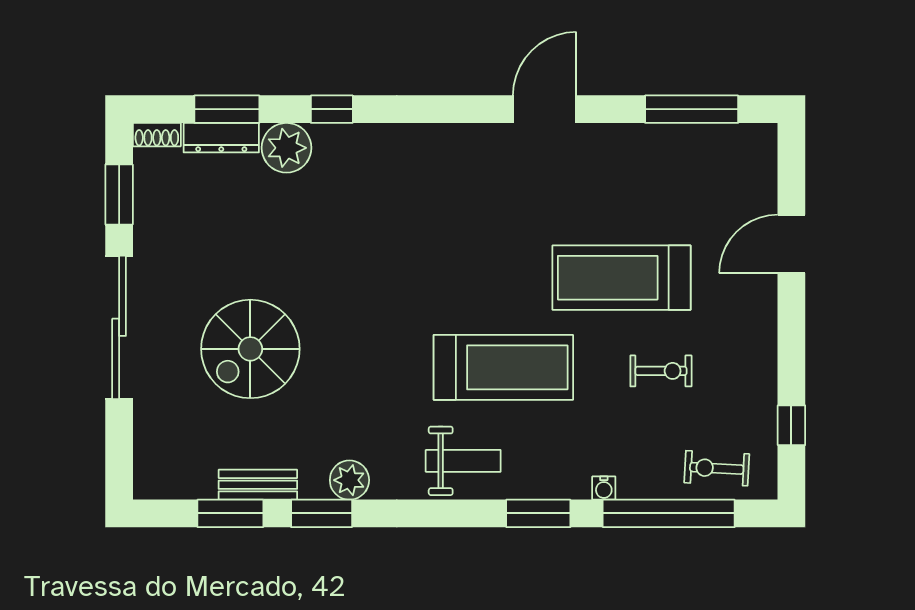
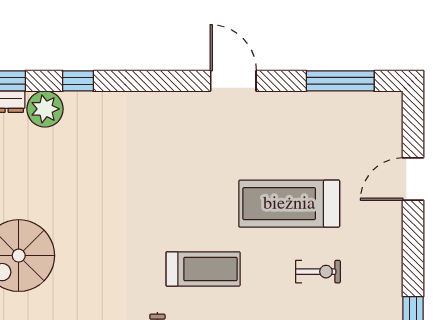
door: (545, 109) -> (233, 81), hinge flipped
treadmill: (503, 367) -> (203, 269), width x0.73, depth x0.73

